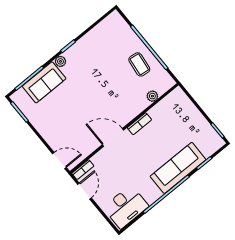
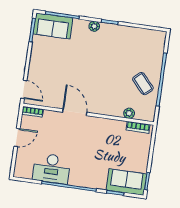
coffee table: (139, 64) -> (143, 84), turned -49
sofa: (44, 82) -> (53, 26), moved
bookcase: (139, 124) -> (138, 127), moved
sofa: (178, 168) -> (126, 182), moved, width x0.73
door: (84, 191) -> (17, 138), moved
desk: (126, 207) -> (51, 168), moved

